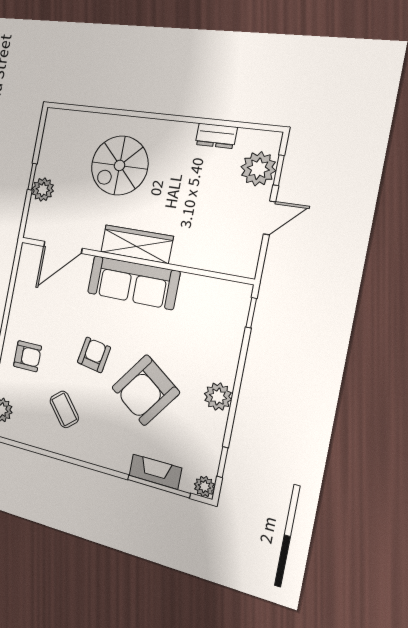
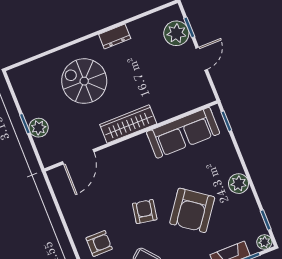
dresser: (216, 136) -> (115, 37), moved
spiral stairs: (120, 165) -> (84, 81), turned 90
sofa: (133, 282) -> (183, 133), moved

